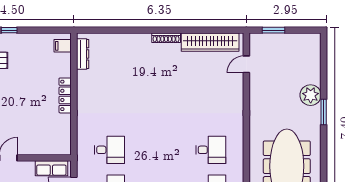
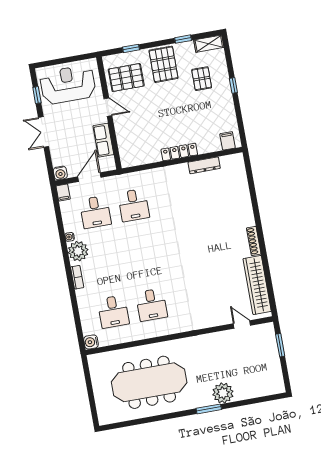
dresser: (83, 54) -> (204, 165), moved
row of seats: (51, 168) -> (103, 140), moved

